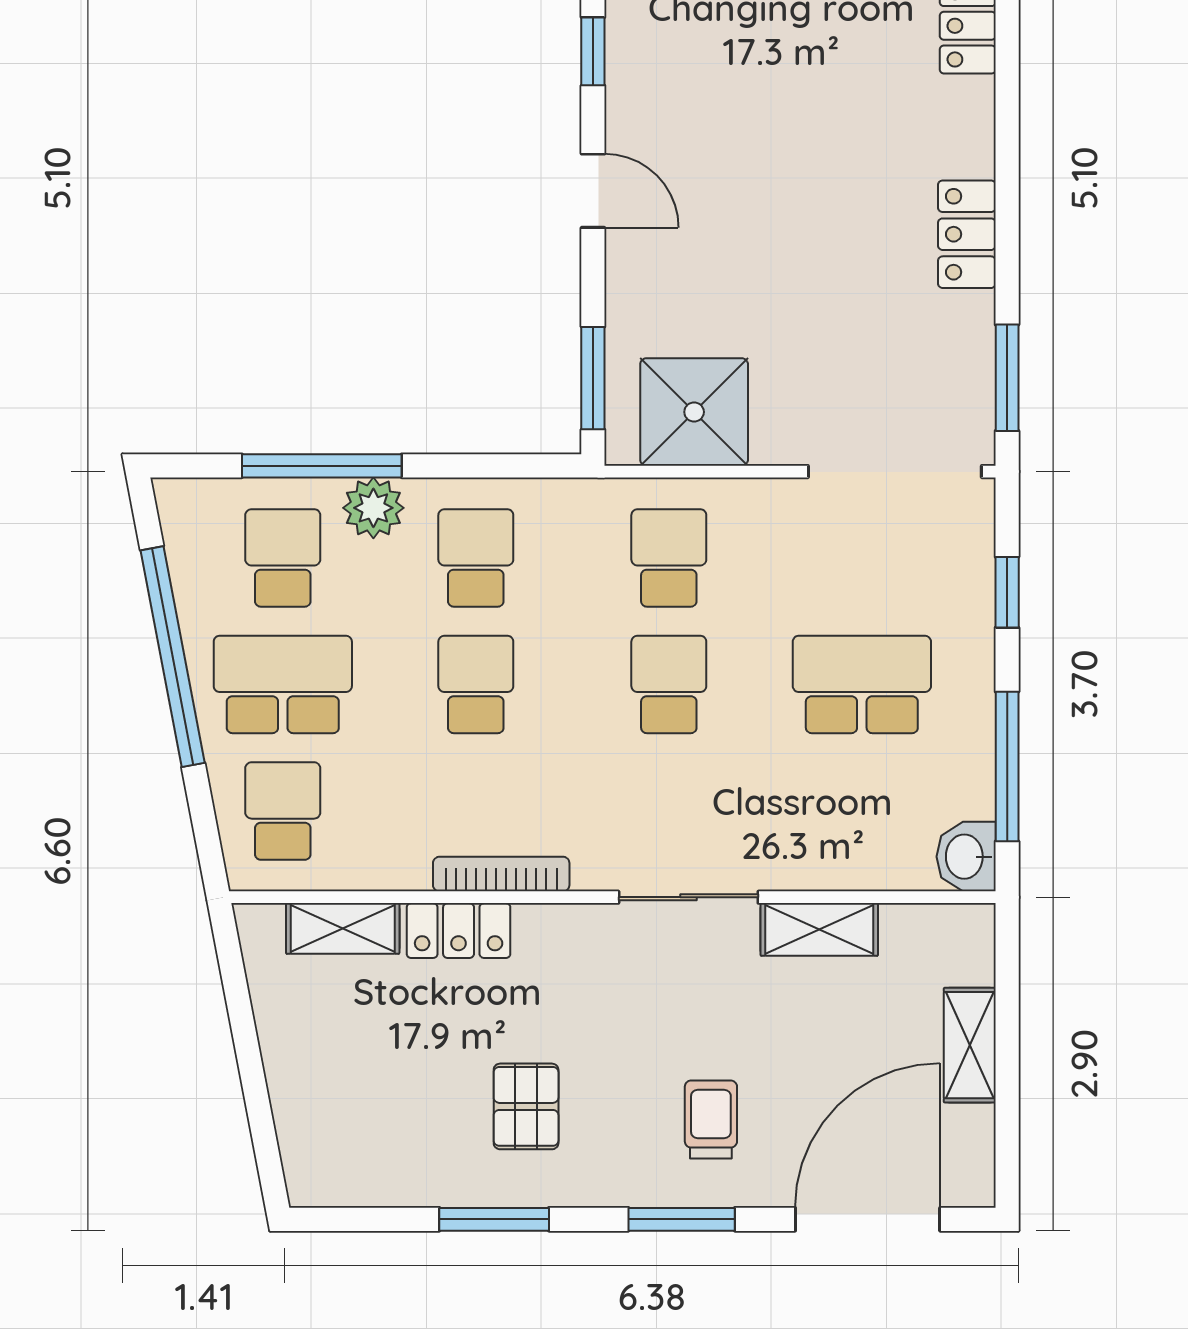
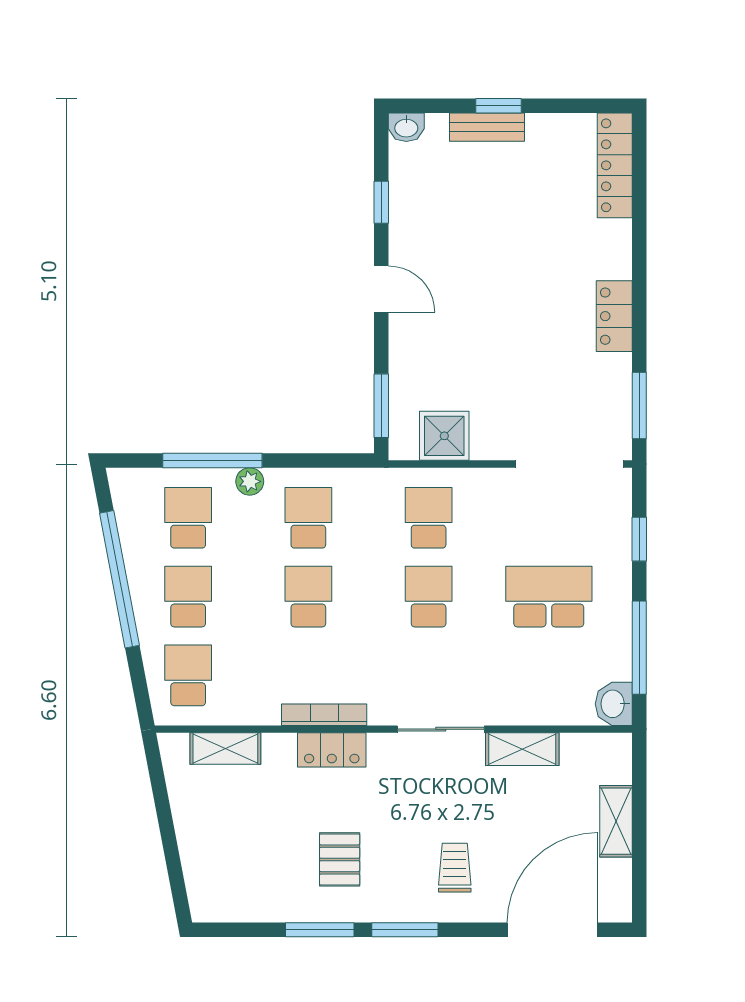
shower: (694, 412) -> (444, 436), width x0.73, depth x0.73
plant: (373, 508) -> (250, 481), width x0.73, depth x0.73
school desk: (283, 684) -> (188, 597), width x0.54
locker: (459, 931) -> (332, 750), moved
window: (682, 1219) -> (405, 930), moved

